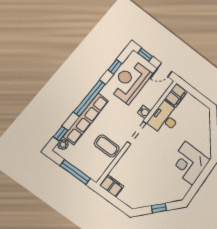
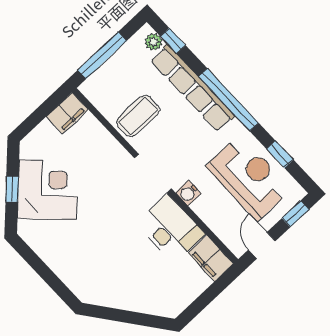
corner desk: (189, 163) -> (48, 190), moved, turned 45

